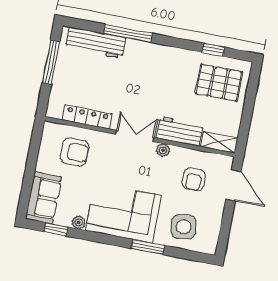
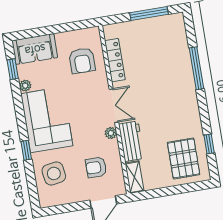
workbench: (96, 43) -> (179, 44), removed
window: (148, 247) -> (26, 150), width x0.67

